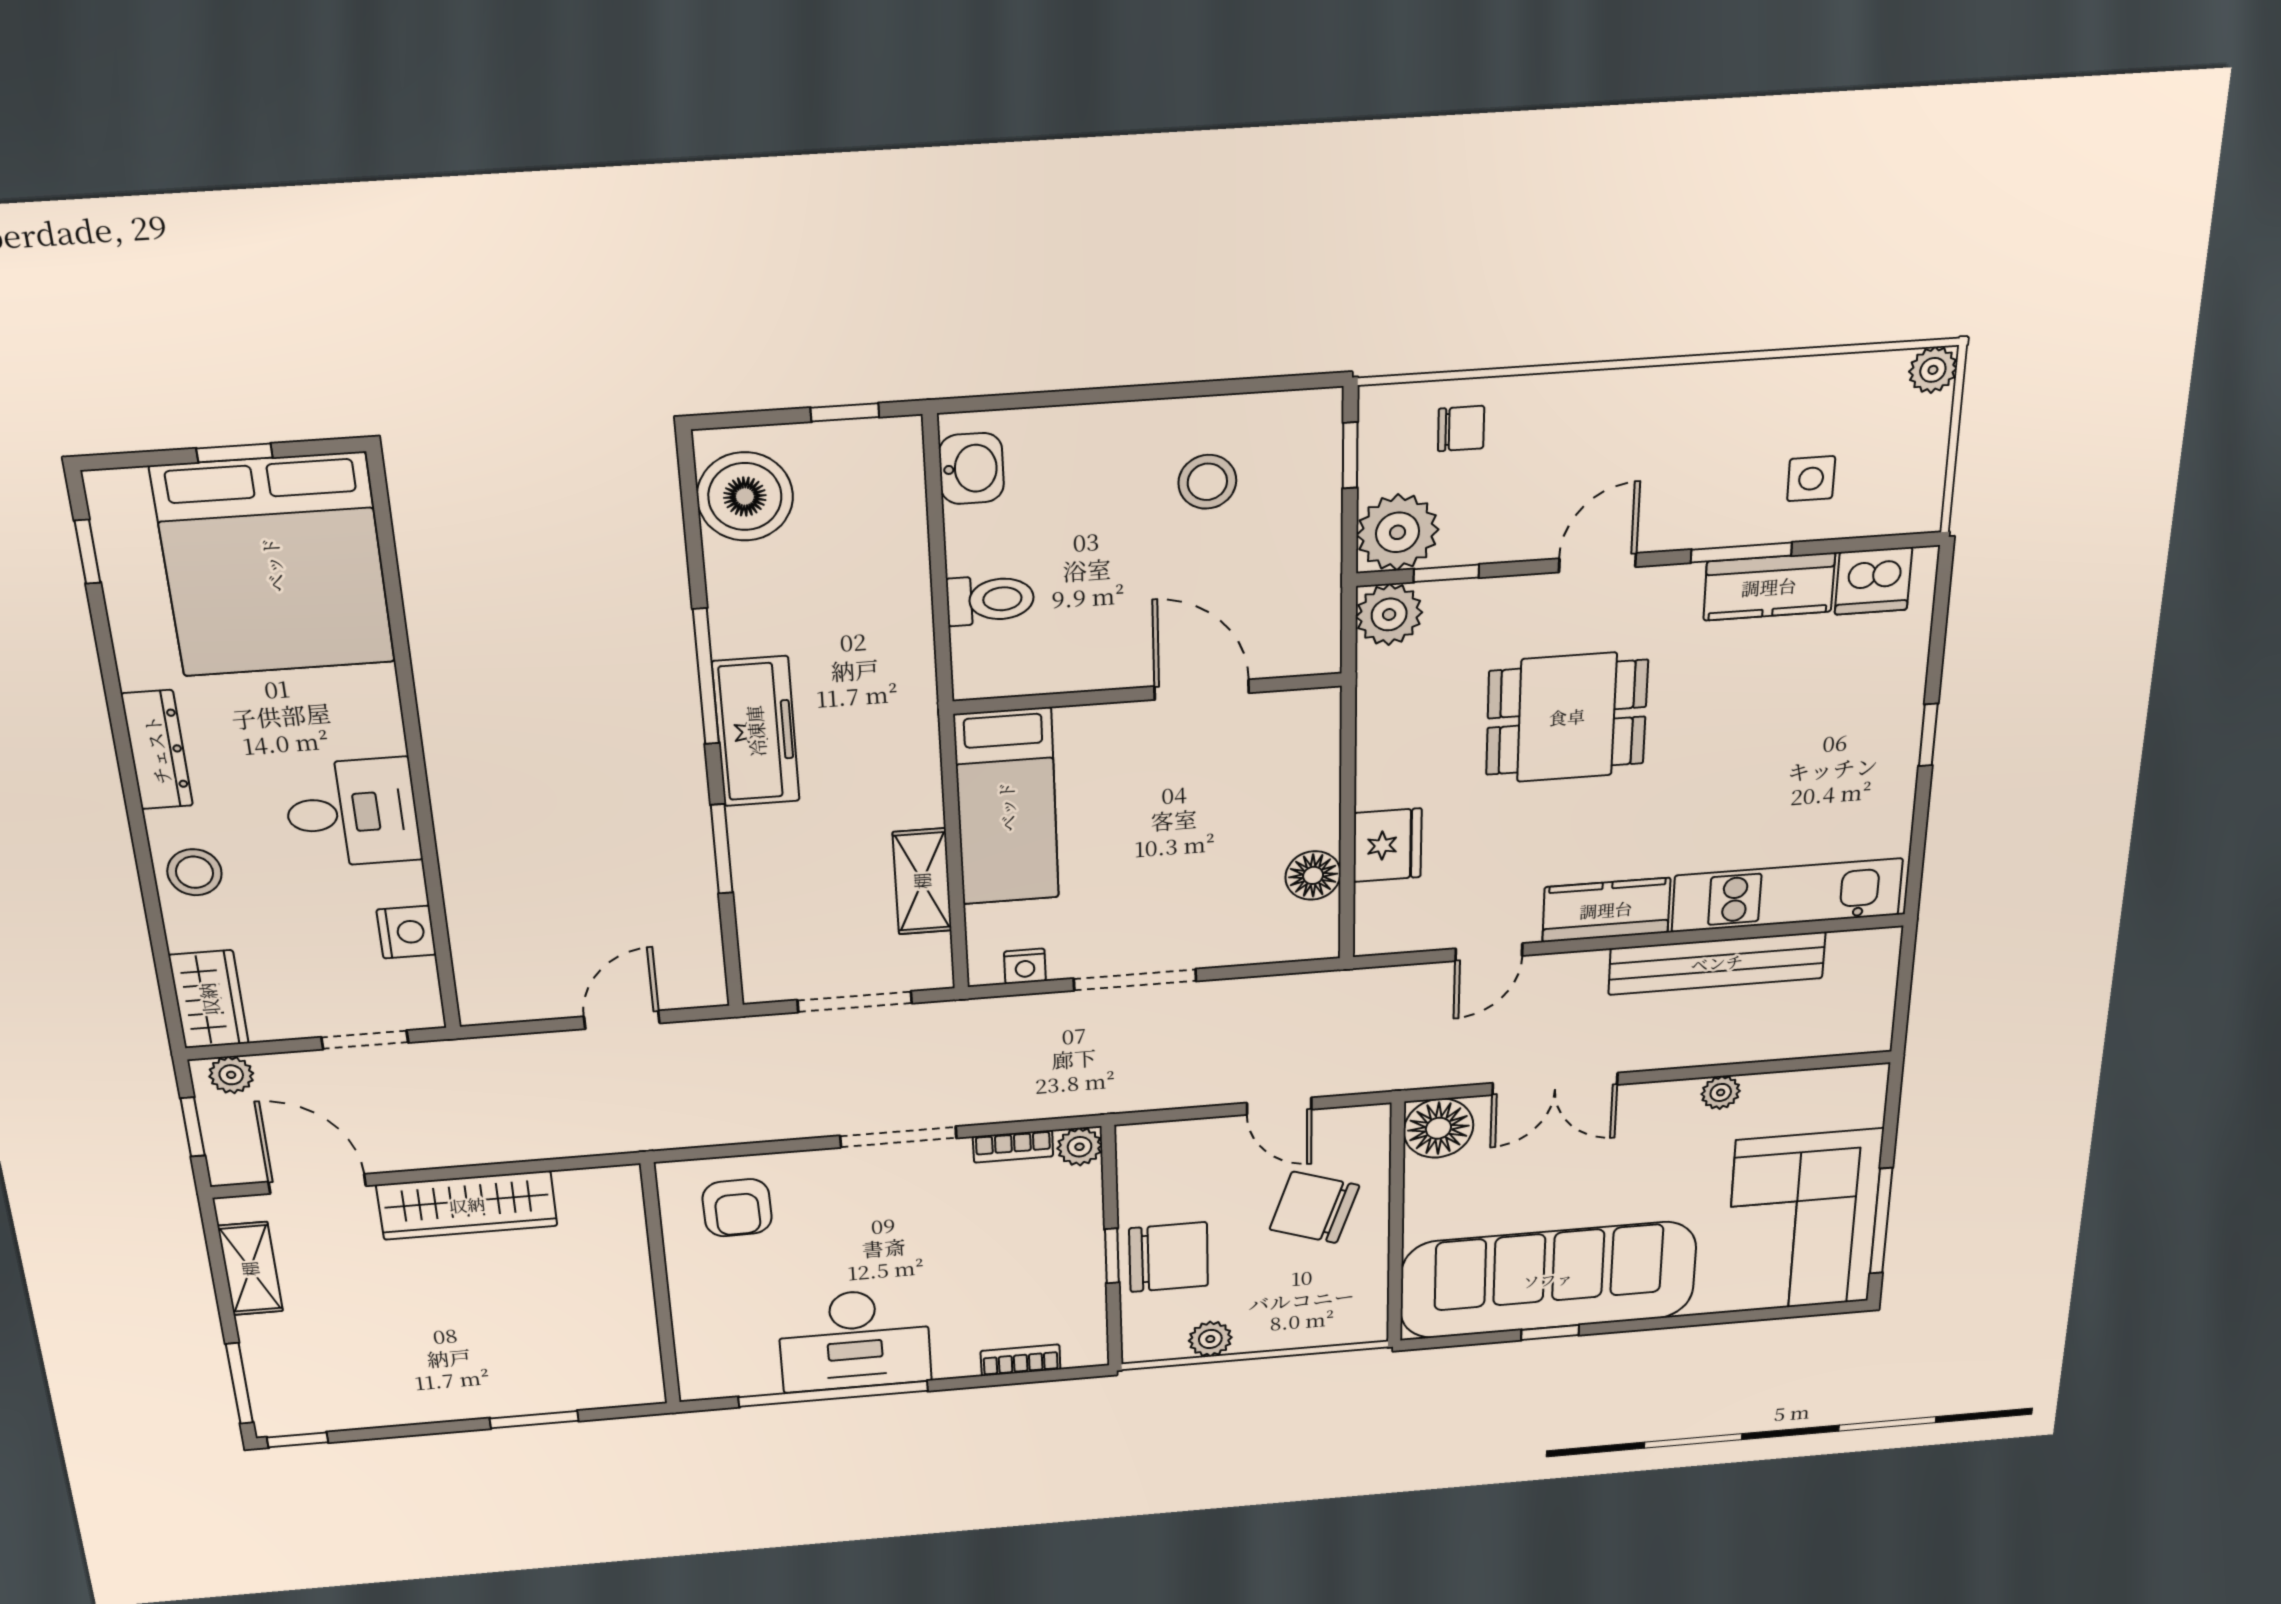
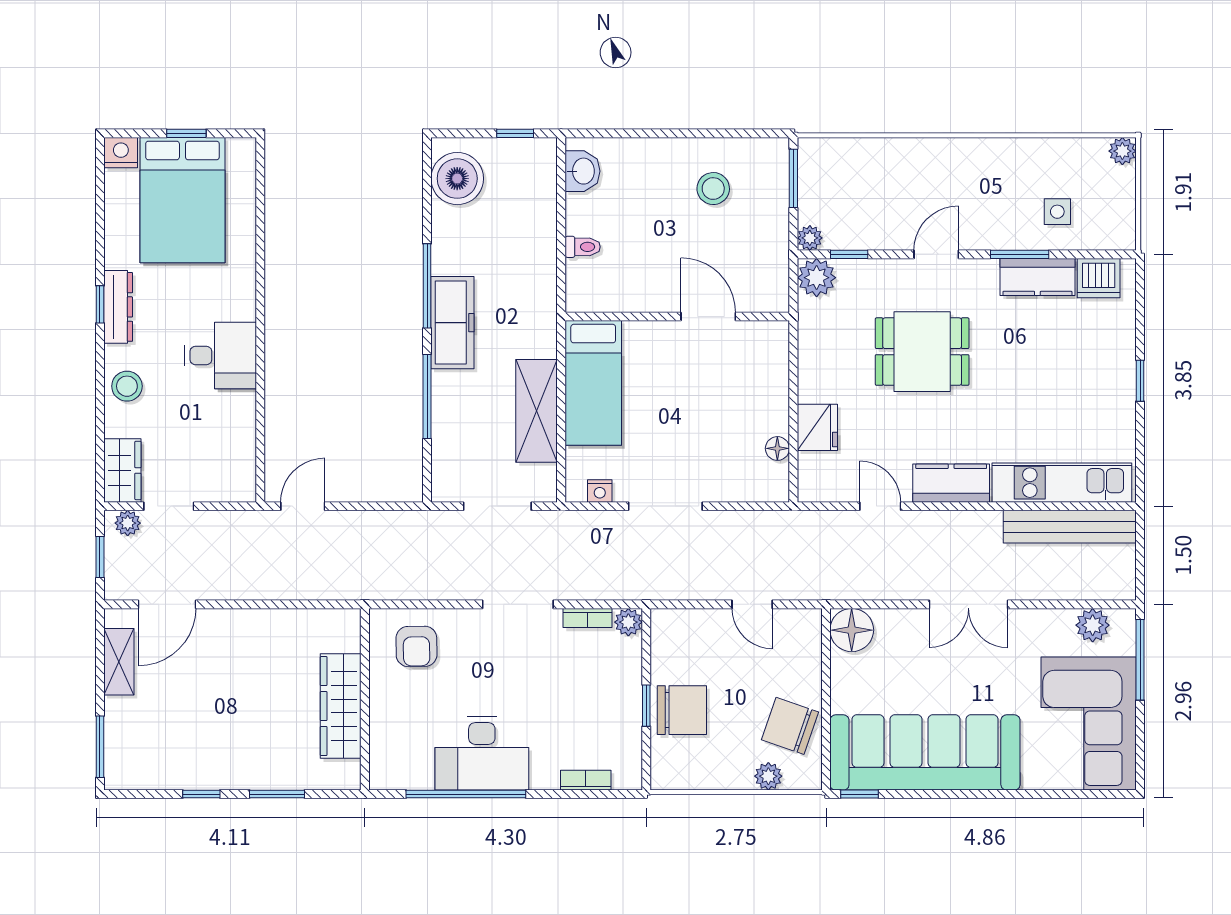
chair: (1461, 428) -> (856, 167), removed
window: (1350, 455) -> (793, 178), width x1.50
plant: (1398, 532) -> (810, 238), width x0.53, depth x0.53
window: (87, 552) -> (100, 304), moved
bed: (273, 565) -> (182, 200), width x0.73
toilet: (990, 600) -> (583, 247), width x0.73, depth x0.72
window: (722, 849) -> (427, 397), width x1.44
floor lamp: (1313, 875) -> (777, 448), width x0.73, depth x0.73
shelving: (922, 881) -> (537, 411), width x1.50, depth x1.33
nightstand: (406, 932) -> (121, 153), moved, turned -90
door: (1489, 952) -> (880, 506), swing flipped
bench: (1717, 963) -> (1070, 527), moved
door: (622, 1020) -> (303, 506), moved
doorway: (365, 1040) -> (169, 506), moved
double door: (1555, 1084) -> (968, 604), moved
plant: (1721, 1092) -> (1093, 625), moved, width x1.38, depth x1.38
door: (317, 1184) -> (167, 604), swing flipped
wardrobe: (467, 1205) -> (341, 706), moved, turned 90
chair: (1314, 1207) -> (790, 726), moved
window: (1881, 1221) -> (1140, 660), moved
window: (1550, 1333) -> (860, 794), moved
plant: (1210, 1339) -> (768, 776), moved
window: (298, 1440) -> (201, 794), moved

